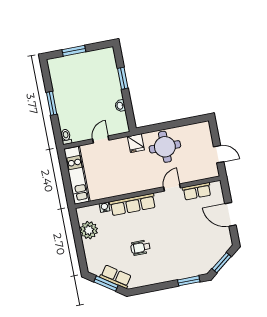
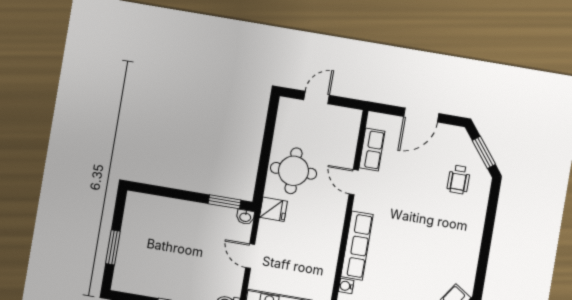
window: (123, 78) -> (225, 202), moved
washbasin: (120, 106) -> (245, 217), moved
door: (219, 154) -> (317, 98), moved
wheelchair: (140, 248) -> (459, 179), moved
window: (189, 281) -> (492, 207), removed

